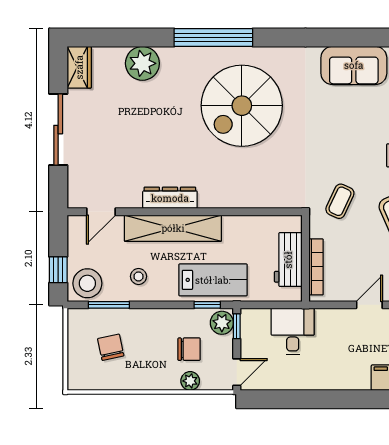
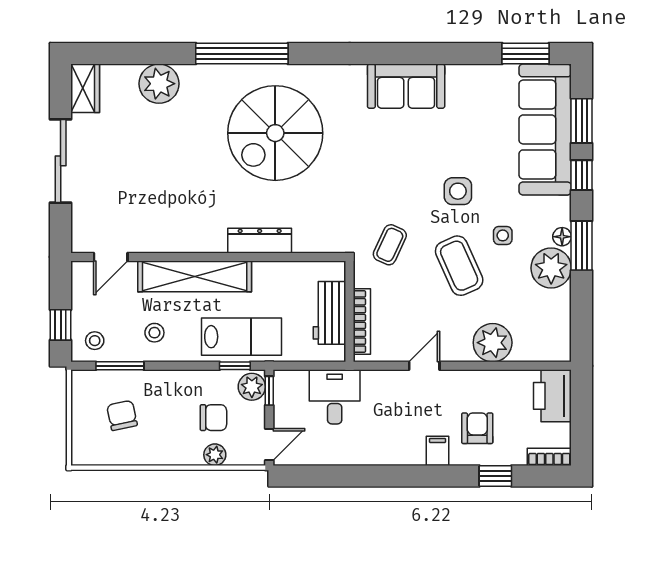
dresser: (170, 198) -> (260, 241), moved
stool: (87, 283) -> (95, 341), width x0.53, depth x0.53

